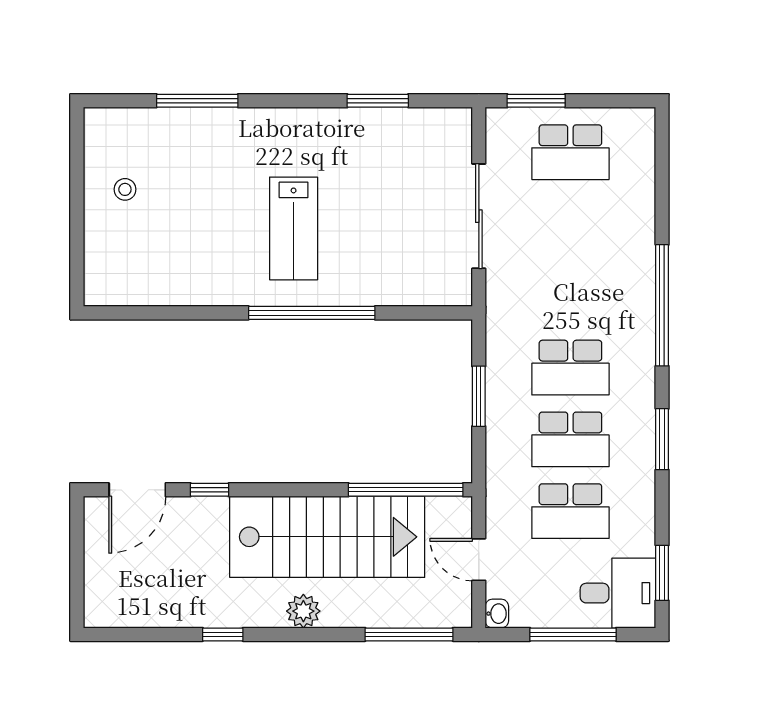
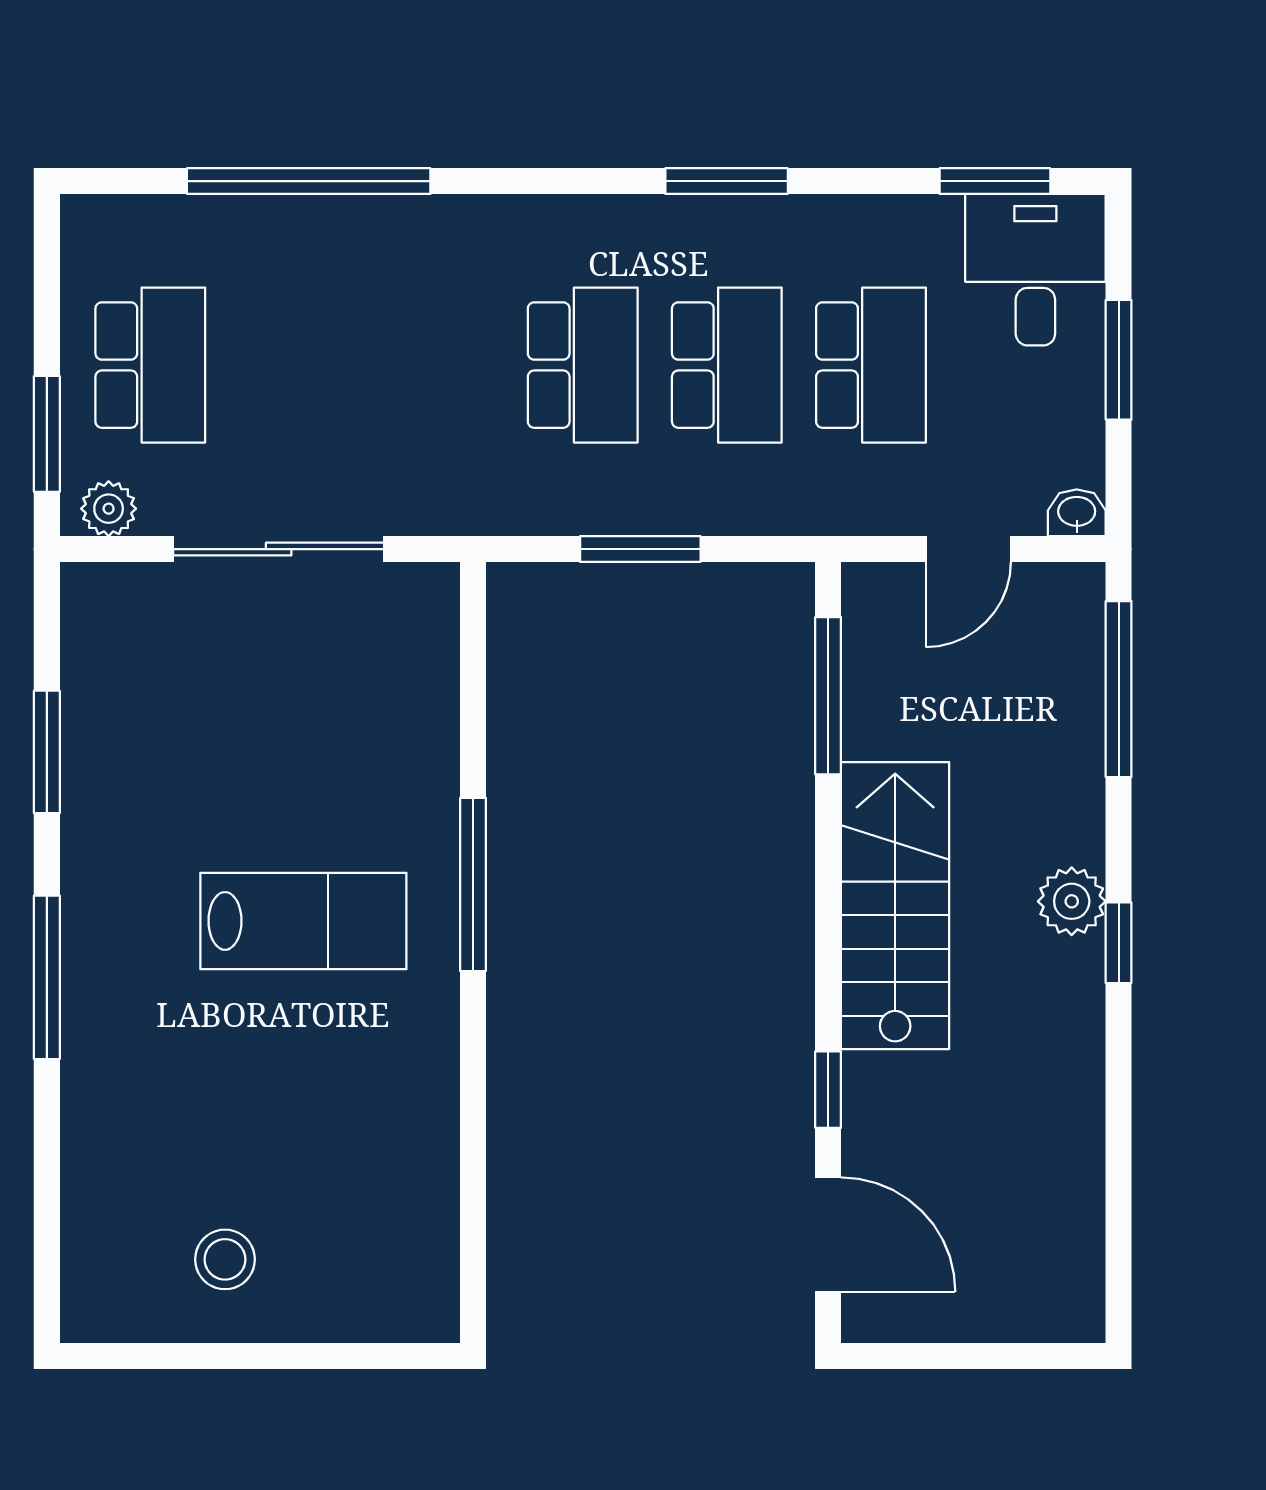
window: (197, 101) -> (47, 977), moved
plant: (499, 131) -> (109, 509), added
stool: (125, 189) -> (225, 1259), width x1.37, depth x1.37
window: (662, 305) -> (309, 181), moved
window: (312, 313) -> (473, 884), width x0.68
window: (406, 490) -> (828, 696), width x0.68
stairs: (327, 537) -> (895, 906), width x0.73, depth x0.66
window: (223, 634) -> (1119, 943), moved
window: (573, 634) -> (1119, 360), width x0.69

